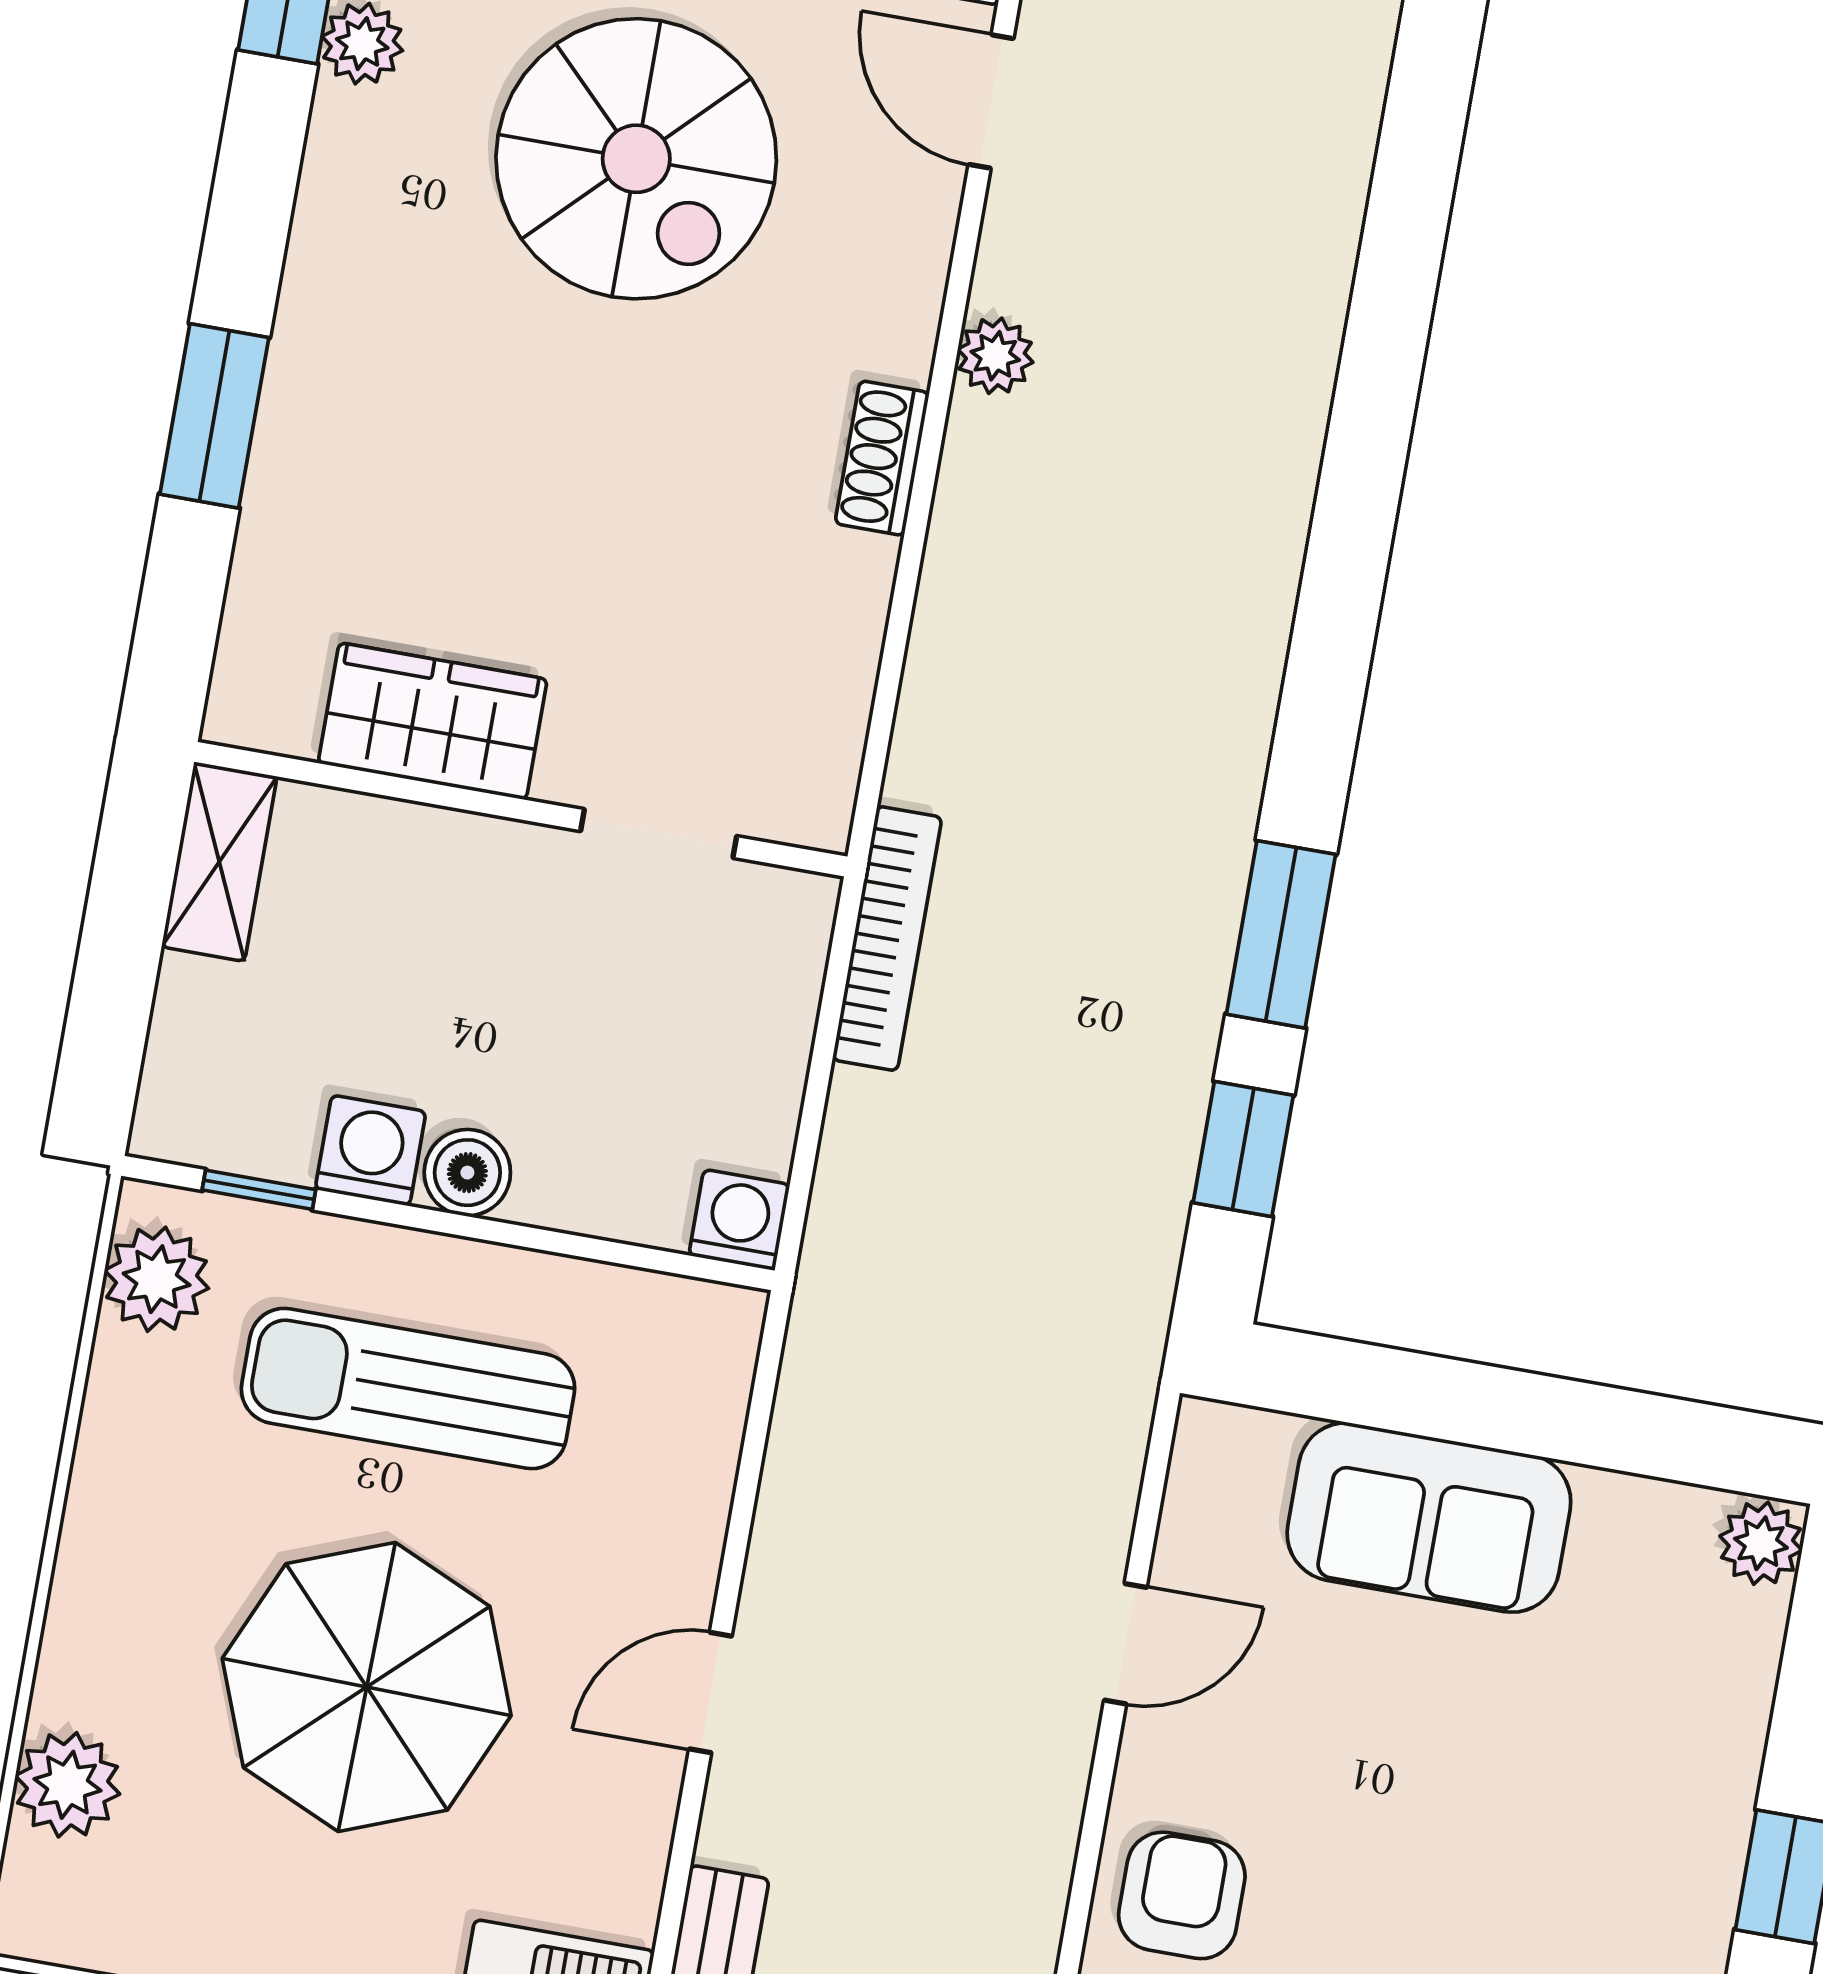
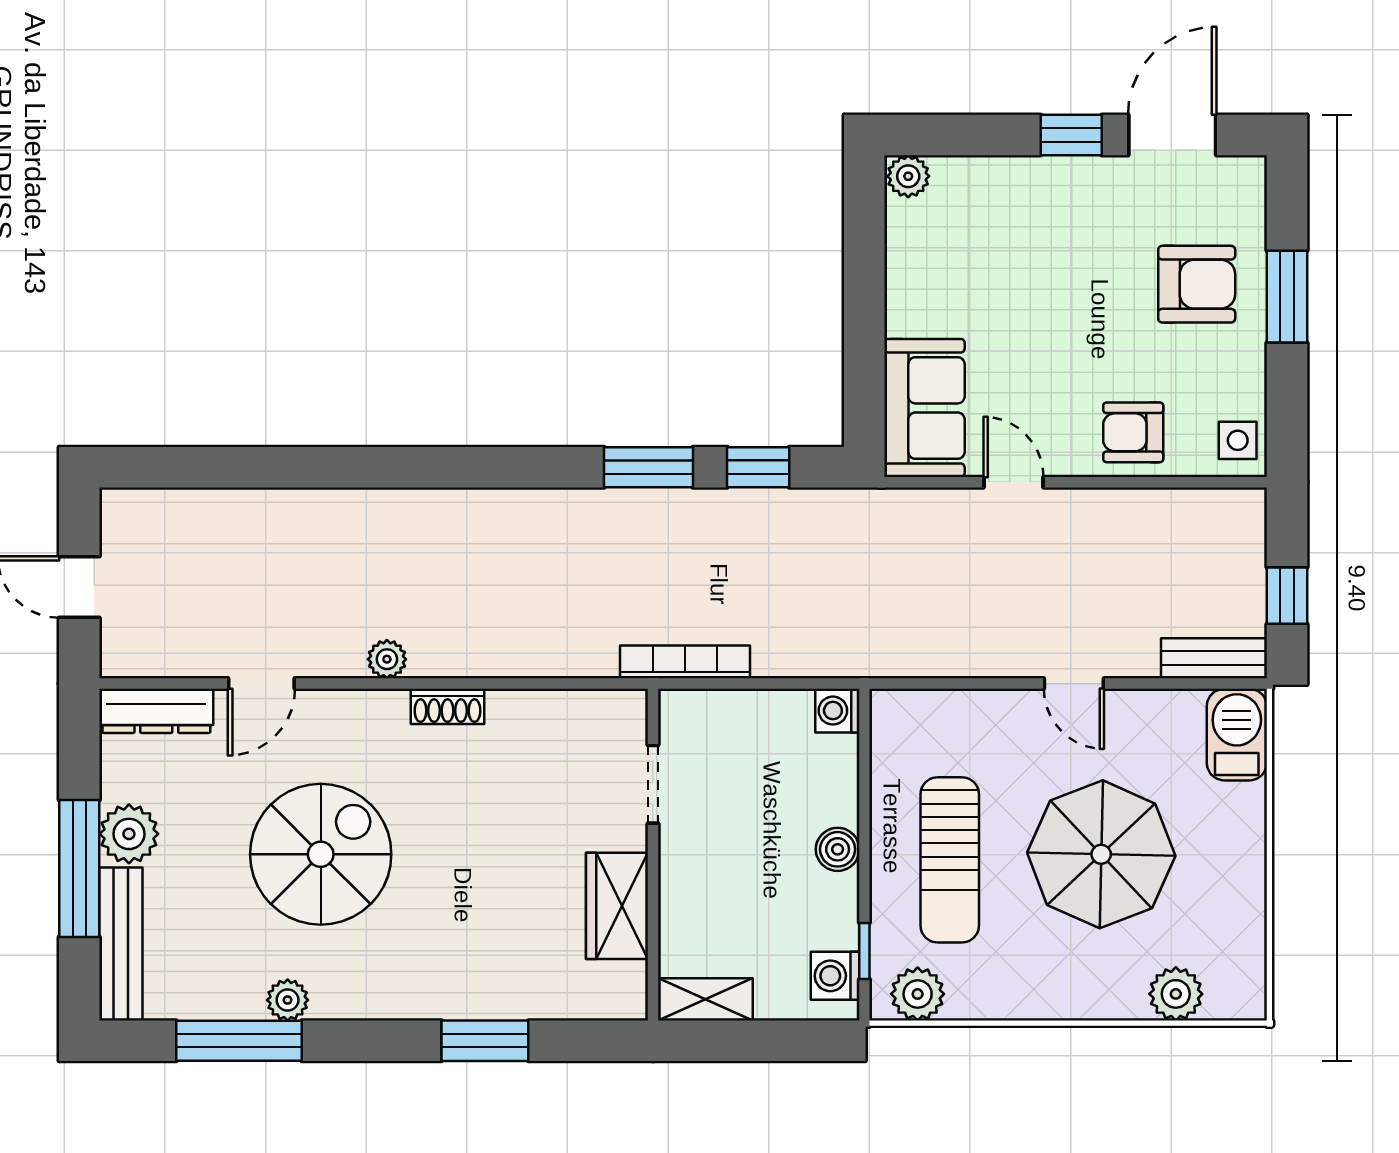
washing machine: (371, 1150) -> (835, 976), moved
sofa: (1429, 1518) -> (924, 408), moved

